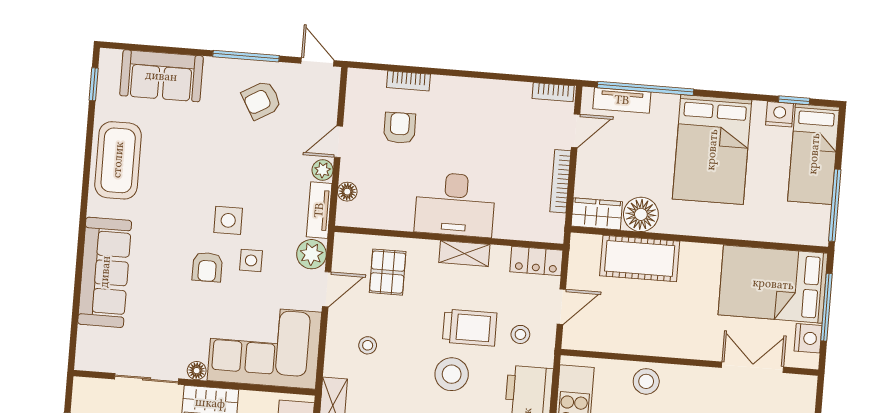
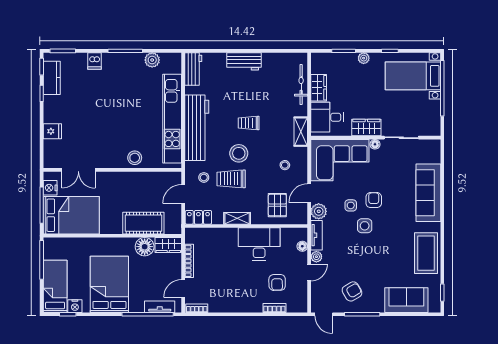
desk: (455, 205) -> (259, 244), moved

